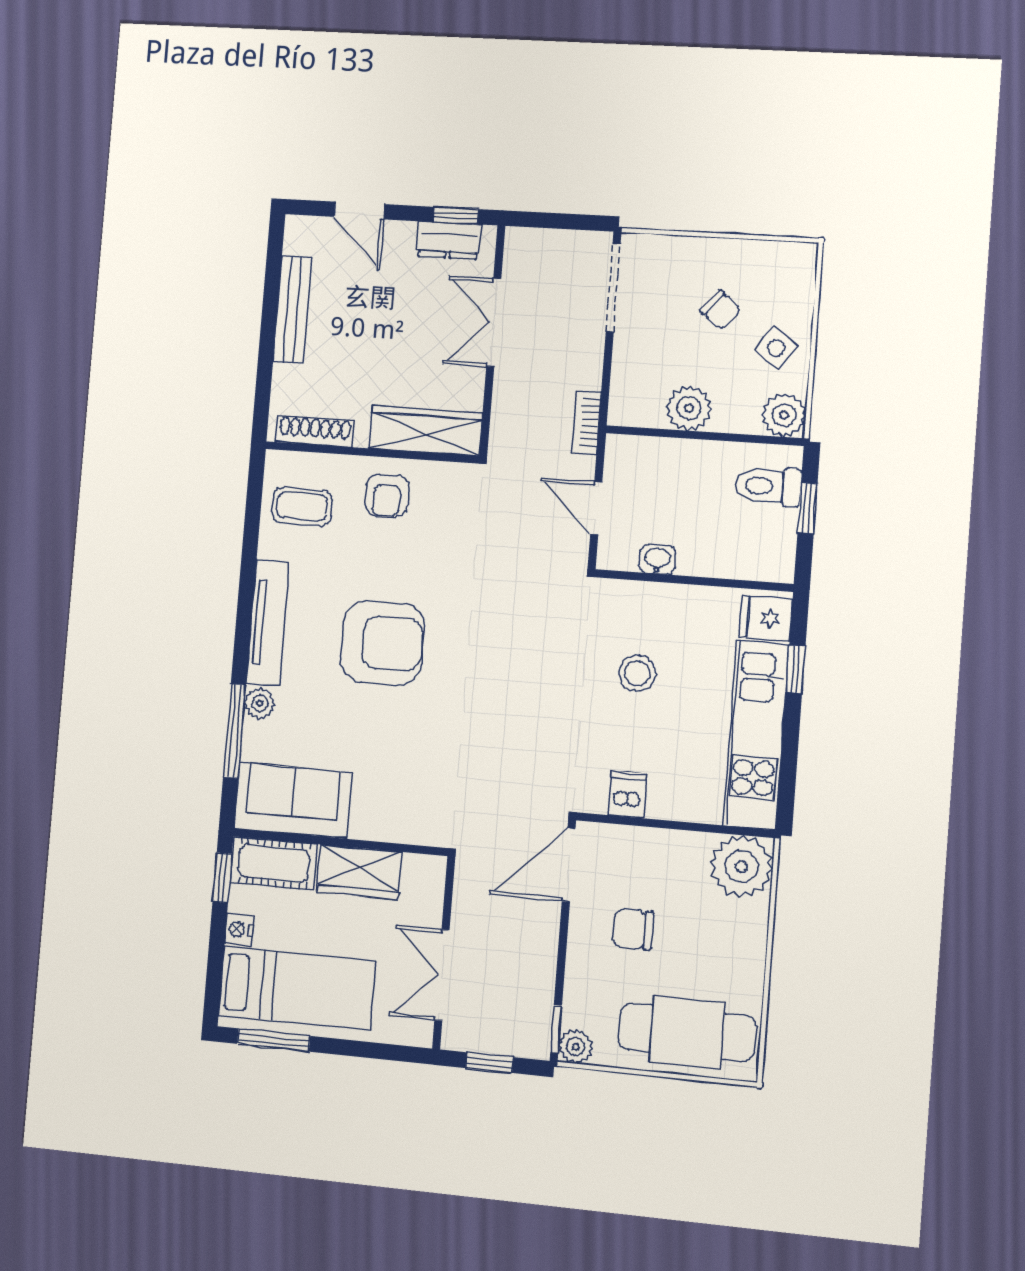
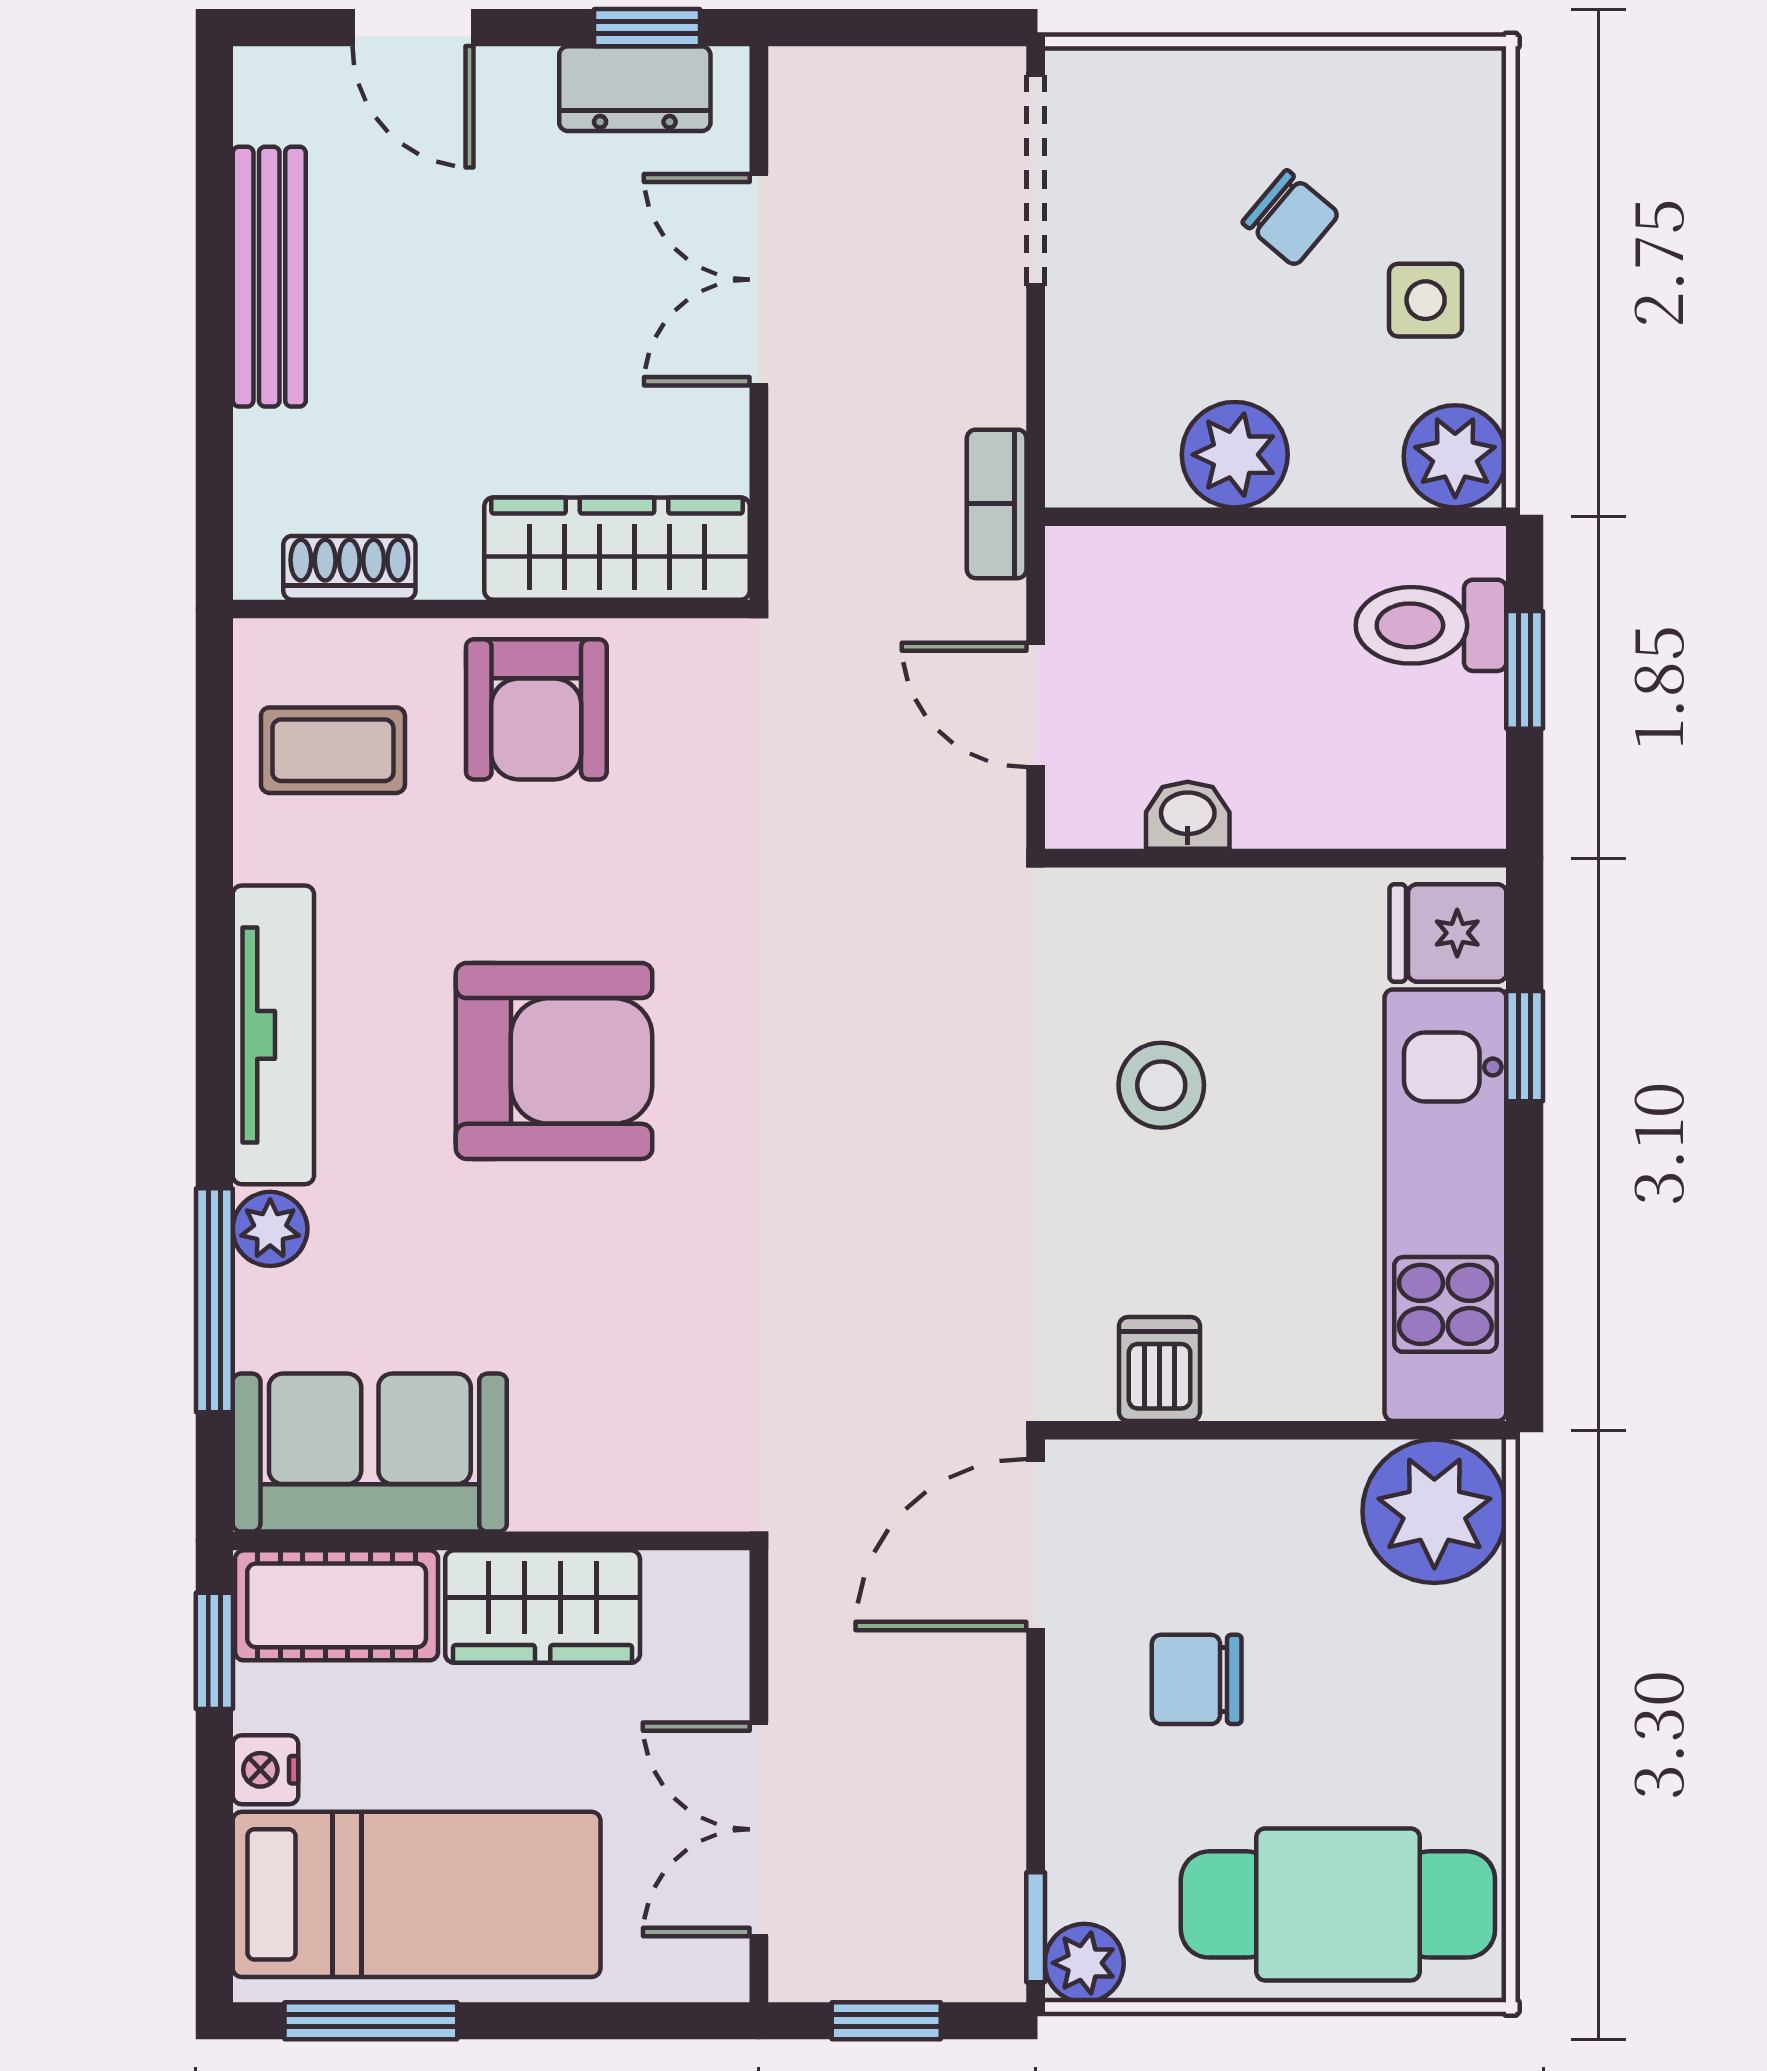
side table: (776, 348) -> (1426, 300), turned -36
shoe rack: (315, 431) -> (349, 568), width x0.70
armchair: (387, 495) -> (536, 709), width x1.38, depth x1.38

